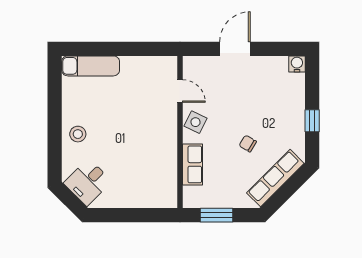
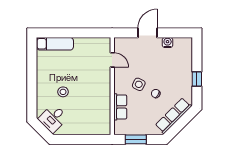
water cooler: (297, 64) -> (168, 42), moved
side table: (195, 122) -> (139, 84), moved
stool: (78, 134) -> (63, 92), moved

